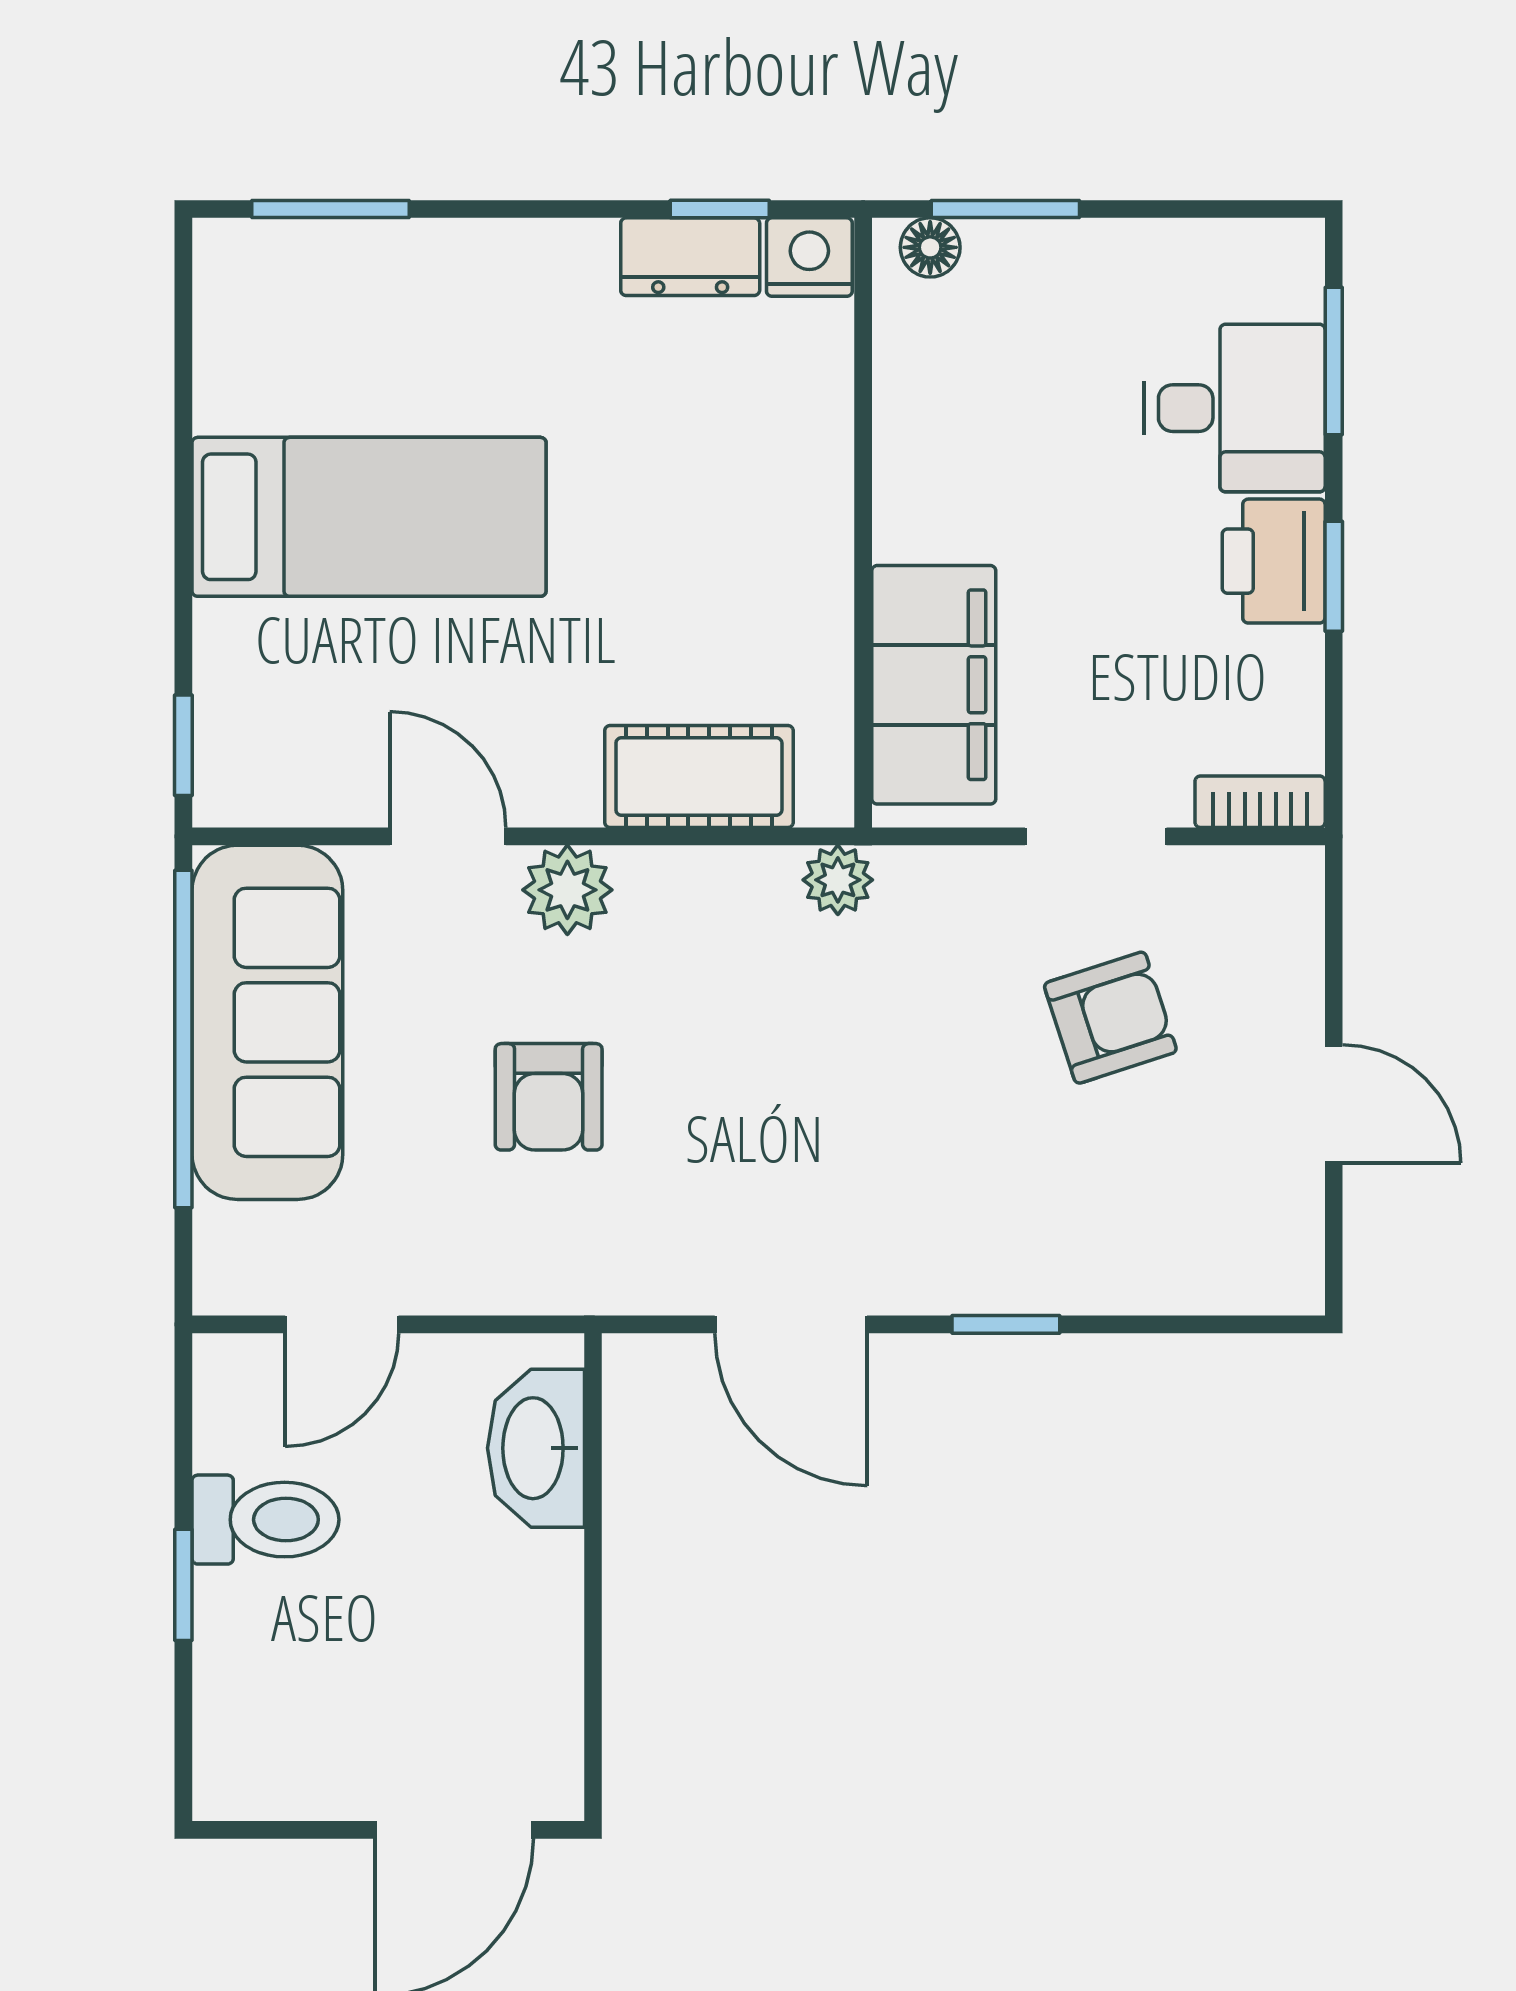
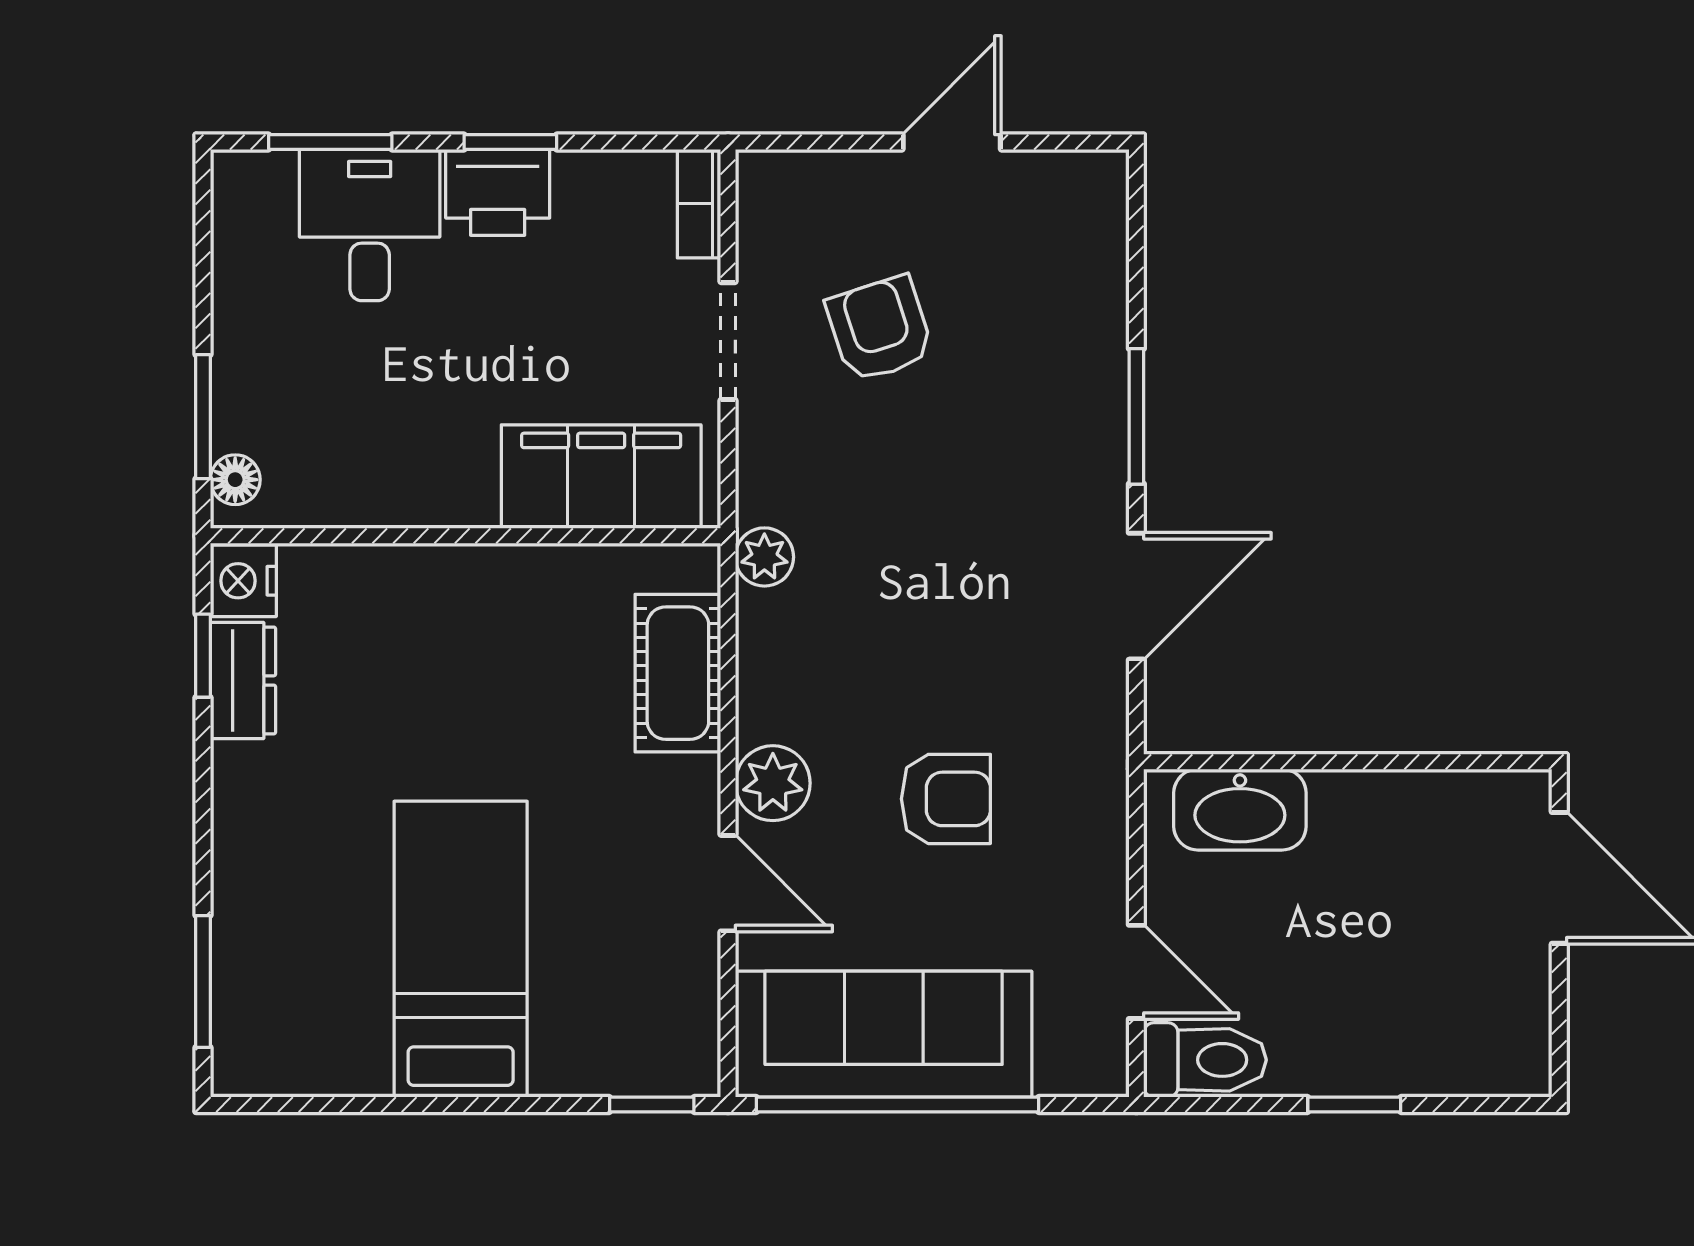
door: (448, 836) -> (728, 883), swing flipped
window: (1006, 1324) -> (1136, 416), width x1.50
toilet: (265, 1520) -> (1205, 1060), moved, turned 90

